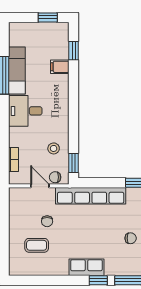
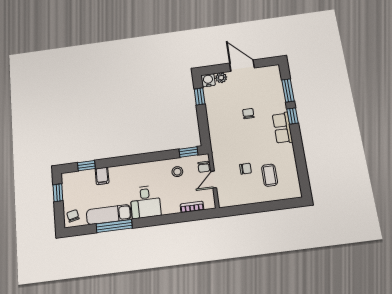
chair: (21, 32) -> (73, 216), added
row of seats: (91, 196) -> (216, 133), removed
chair: (131, 238) -> (248, 114), moved

